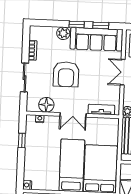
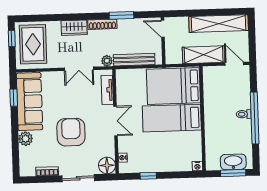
window: (77, 24) -> (15, 125), removed
double door: (123, 72) -> (79, 69), moved
armchair: (66, 74) -> (71, 132), turned -90
floor lamp: (46, 105) -> (107, 165), moved

